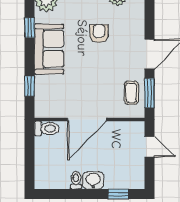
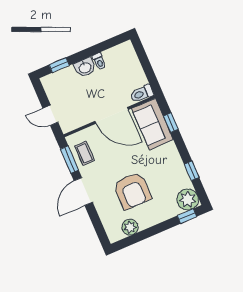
armchair: (99, 34) -> (132, 191), width x1.88, depth x1.88
sofa: (49, 49) -> (152, 124), moved
door: (87, 120) -> (112, 115), swing flipped

